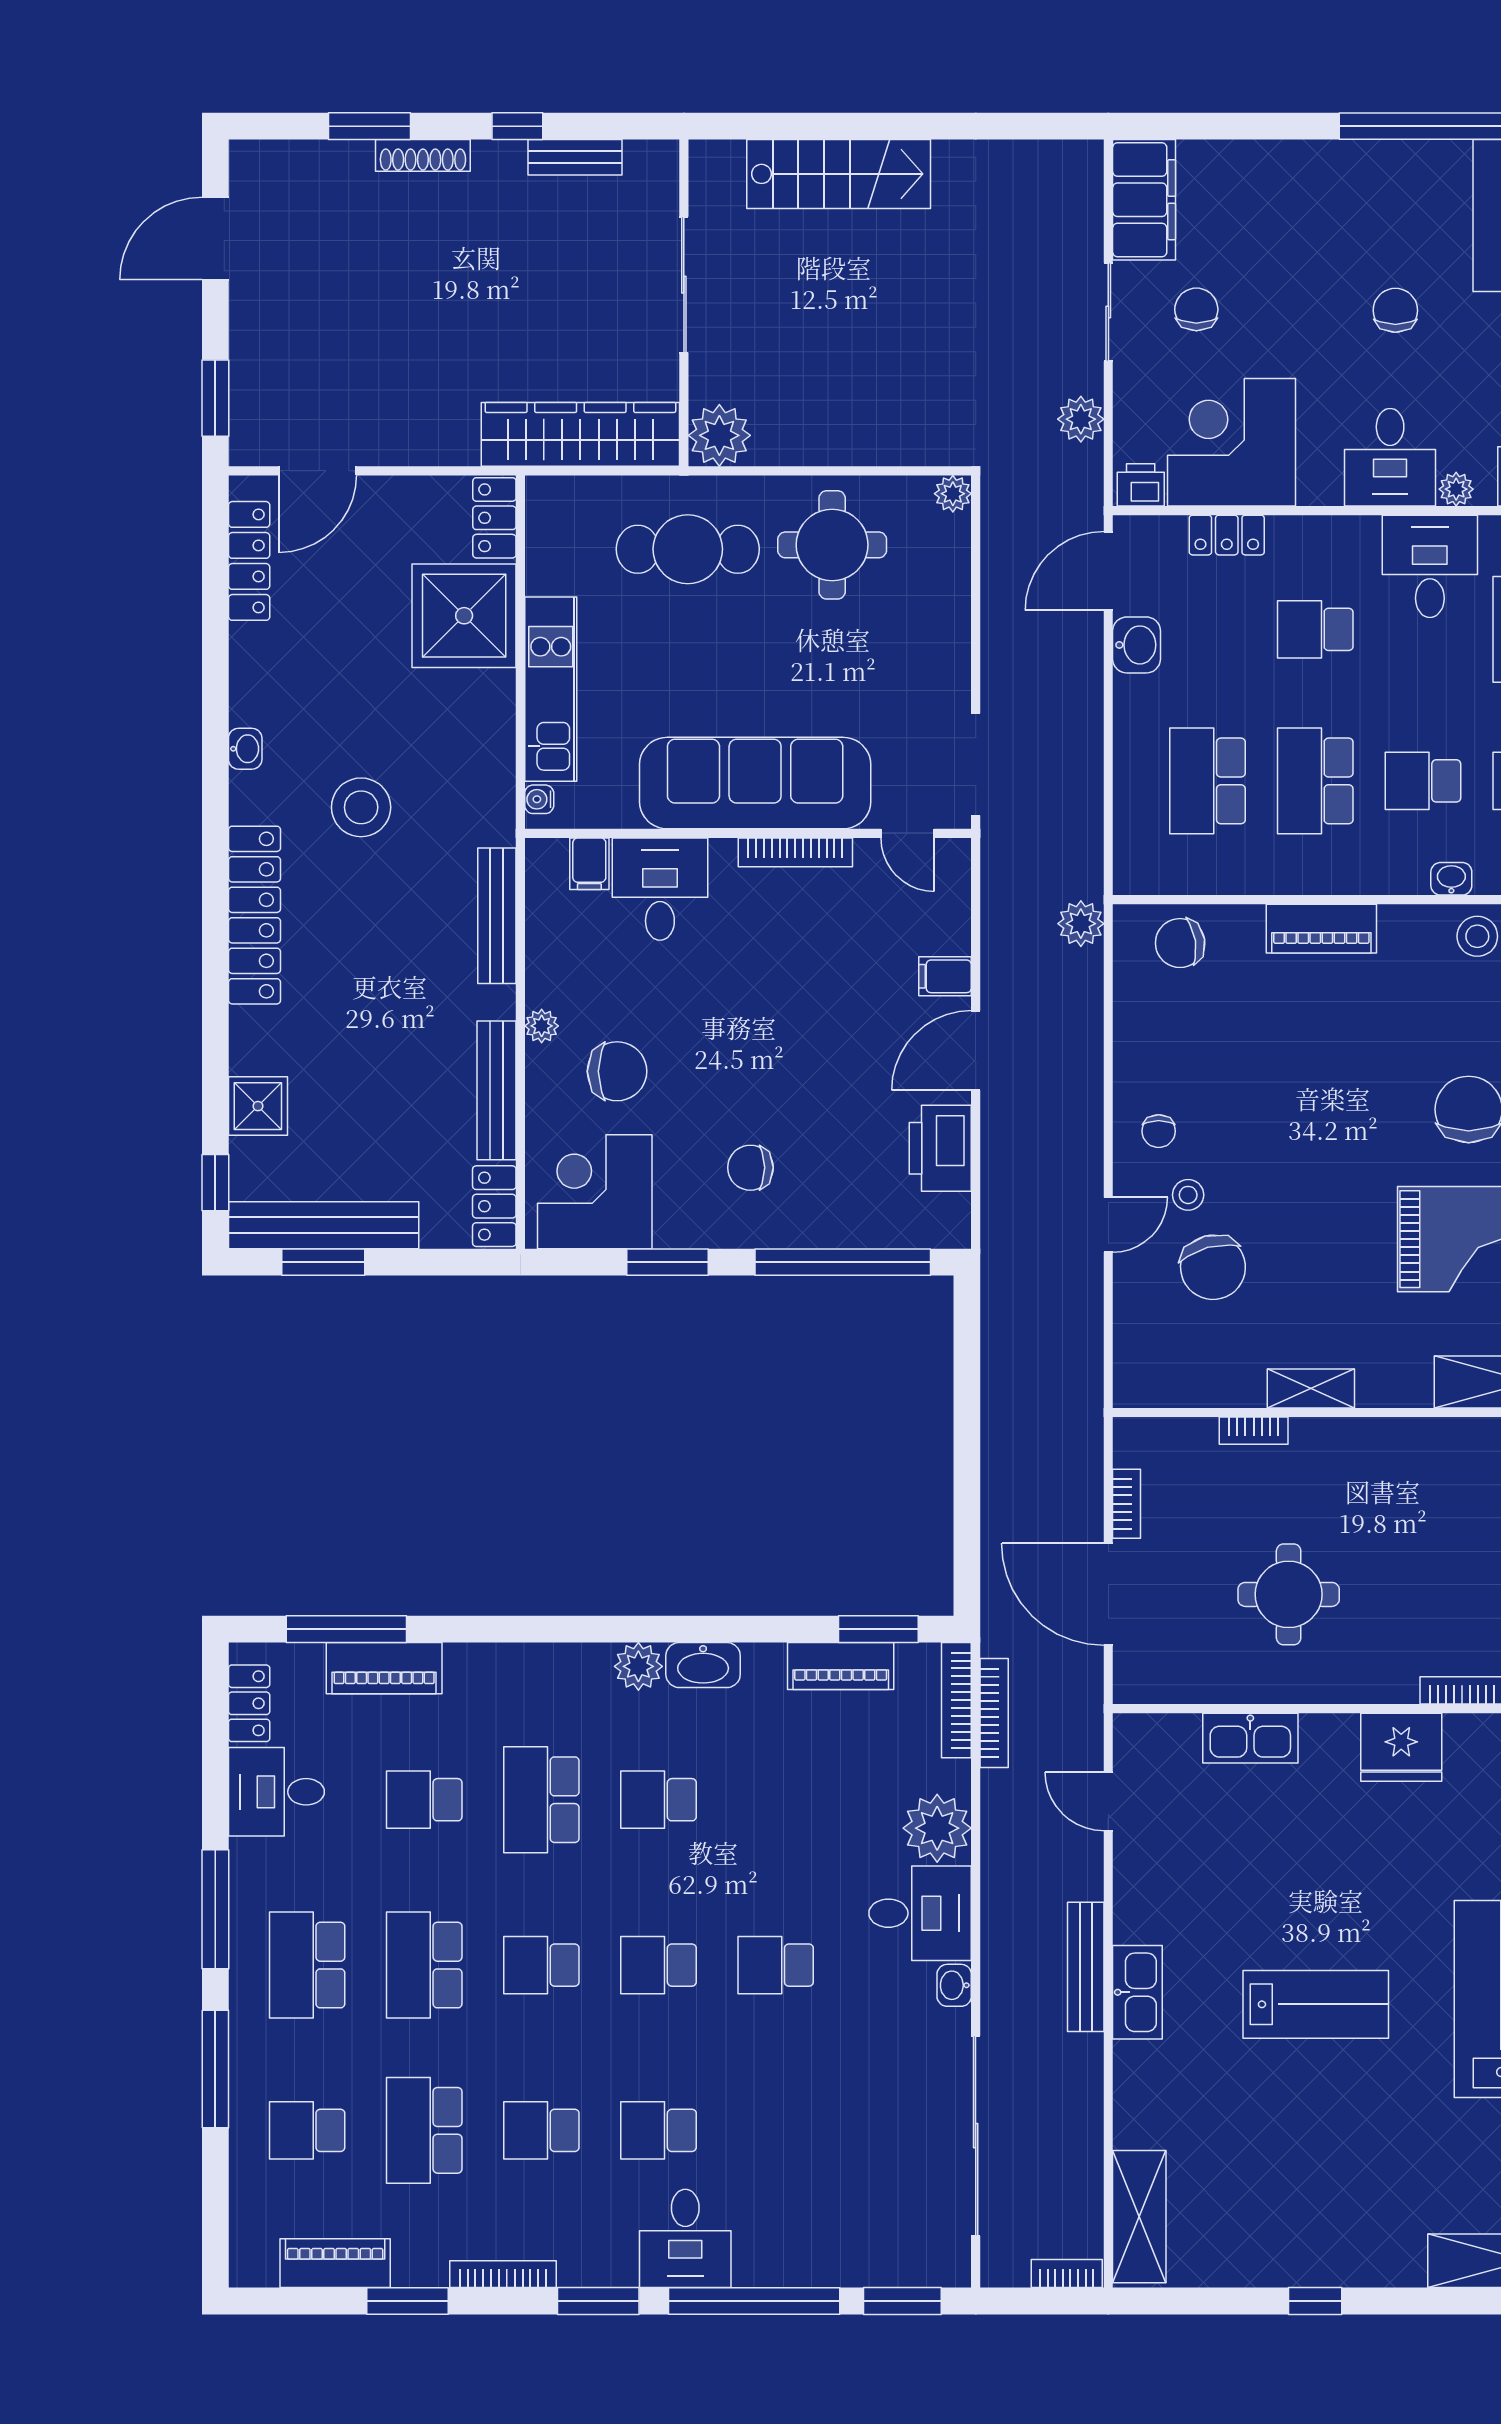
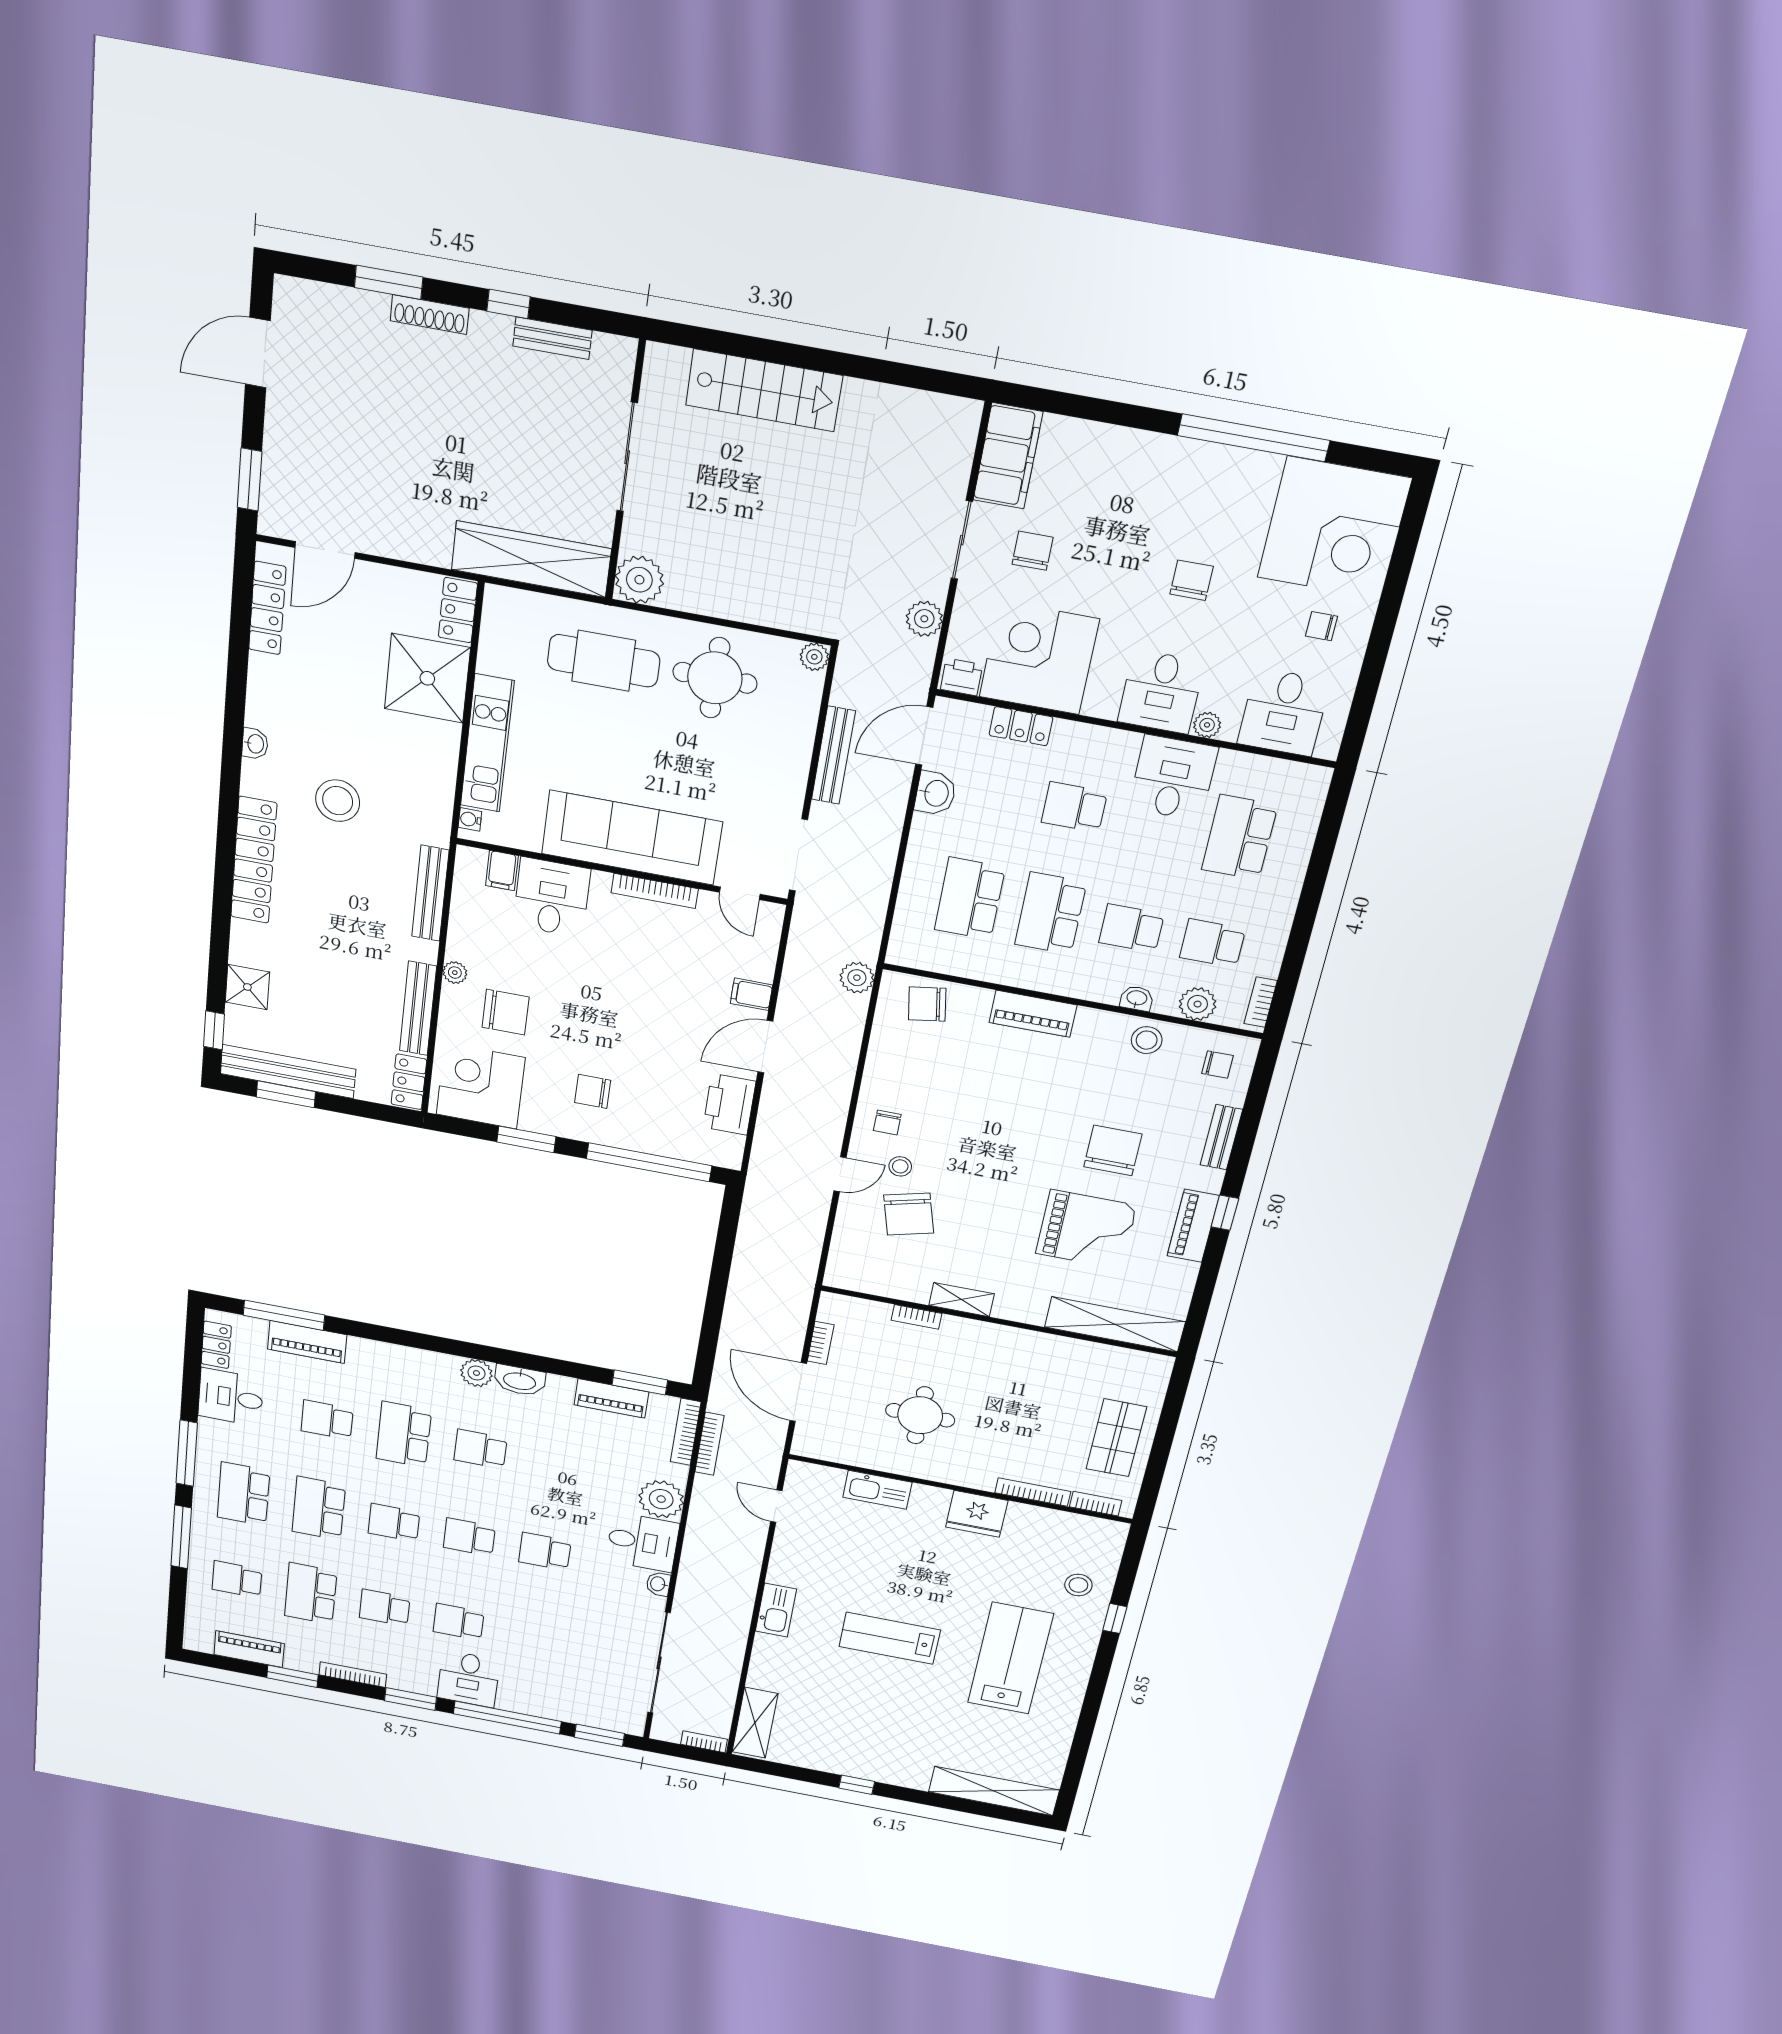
bench: (1086, 1967) -> (833, 755), moved
lab bench: (1316, 2004) -> (890, 1638), turned 180

